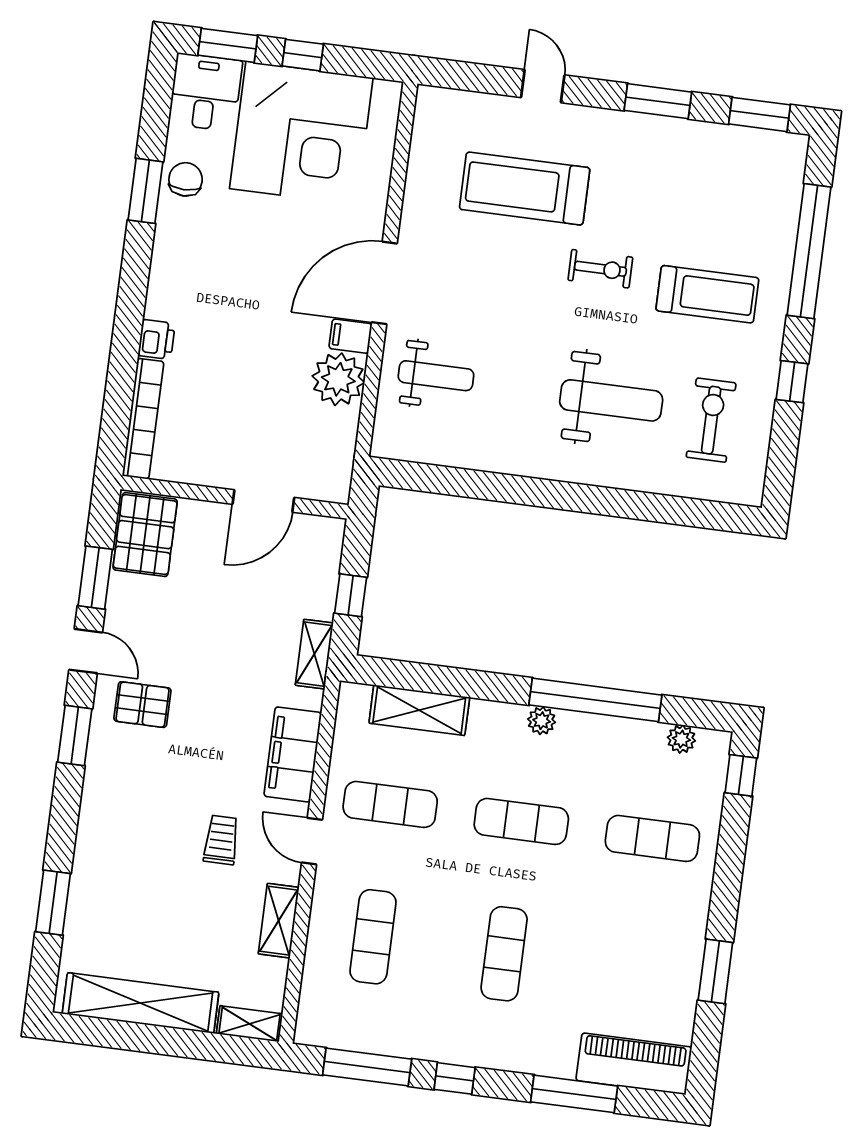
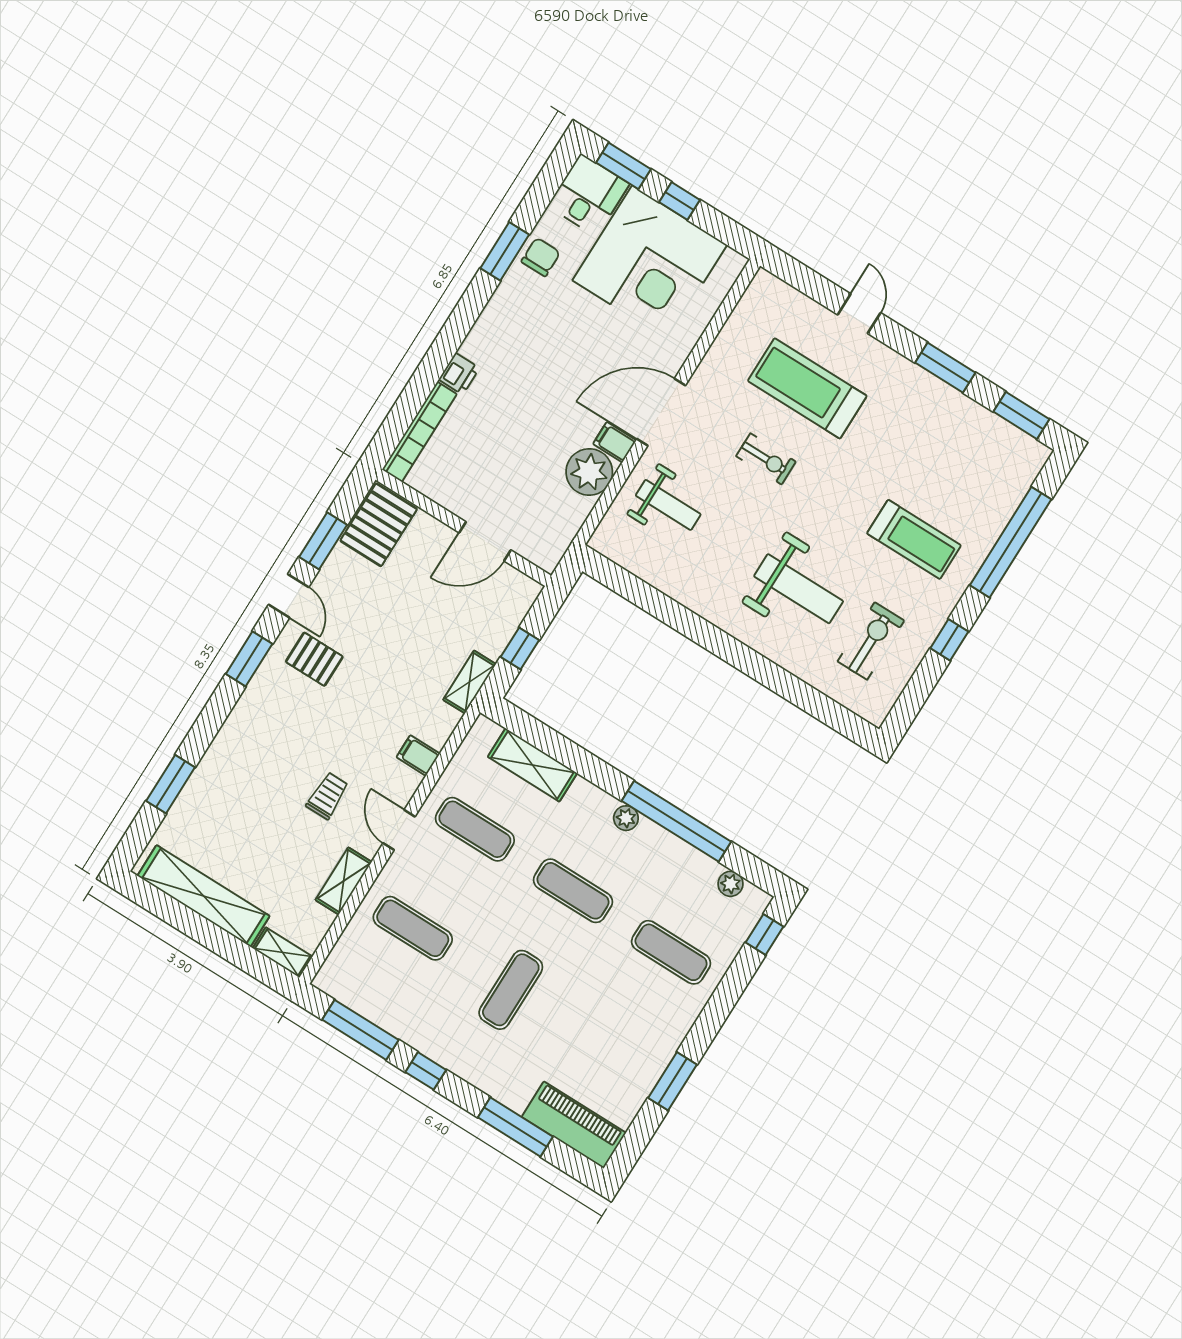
exercise bike: (600, 269) -> (766, 459), moved
filing cabinet: (293, 754) -> (418, 755), width x0.33, depth x0.86
exercise mat: (373, 937) -> (413, 928), turned 90

